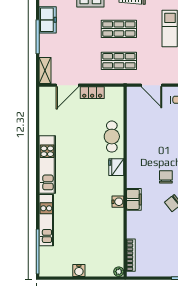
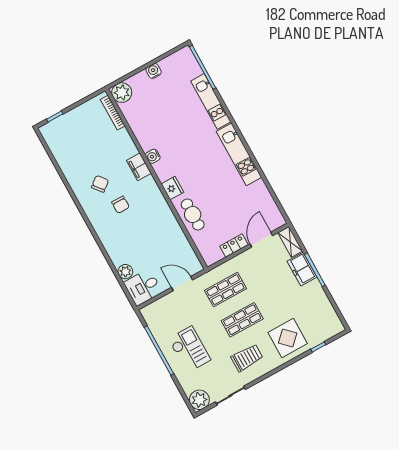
freezer: (48, 20) -> (302, 269), moved
plant: (119, 272) -> (122, 93), width x1.87, depth x1.87

